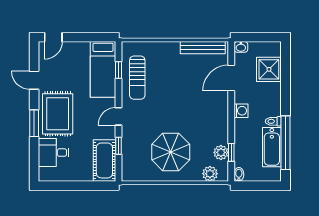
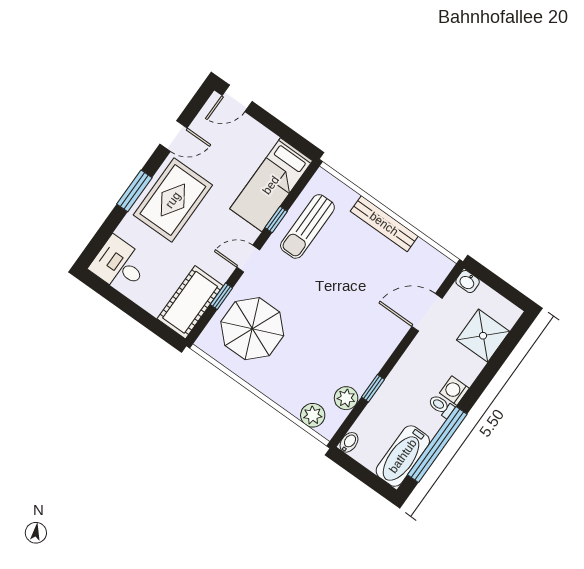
bench: (203, 48) -> (384, 224), moved
window: (118, 70) -> (276, 220), moved
door: (34, 80) -> (174, 136), swing flipped
washing machine: (241, 111) -> (454, 391), moved, turned 180
bathtub: (272, 147) -> (403, 456), moved
parasol: (171, 152) -> (252, 329), moved
window: (231, 152) -> (373, 388), moved
desk: (54, 153) -> (119, 265), moved

